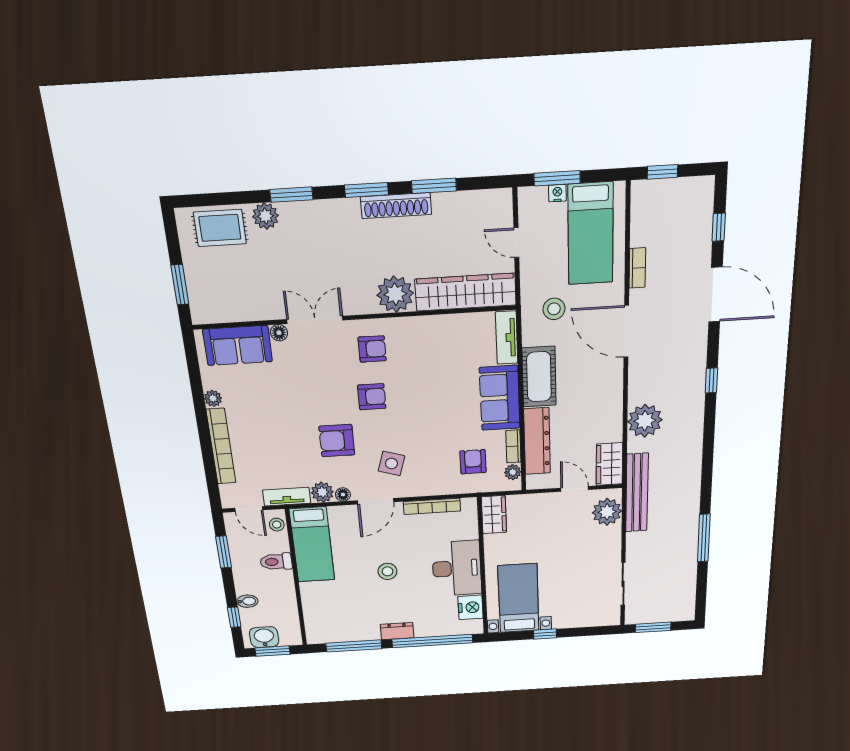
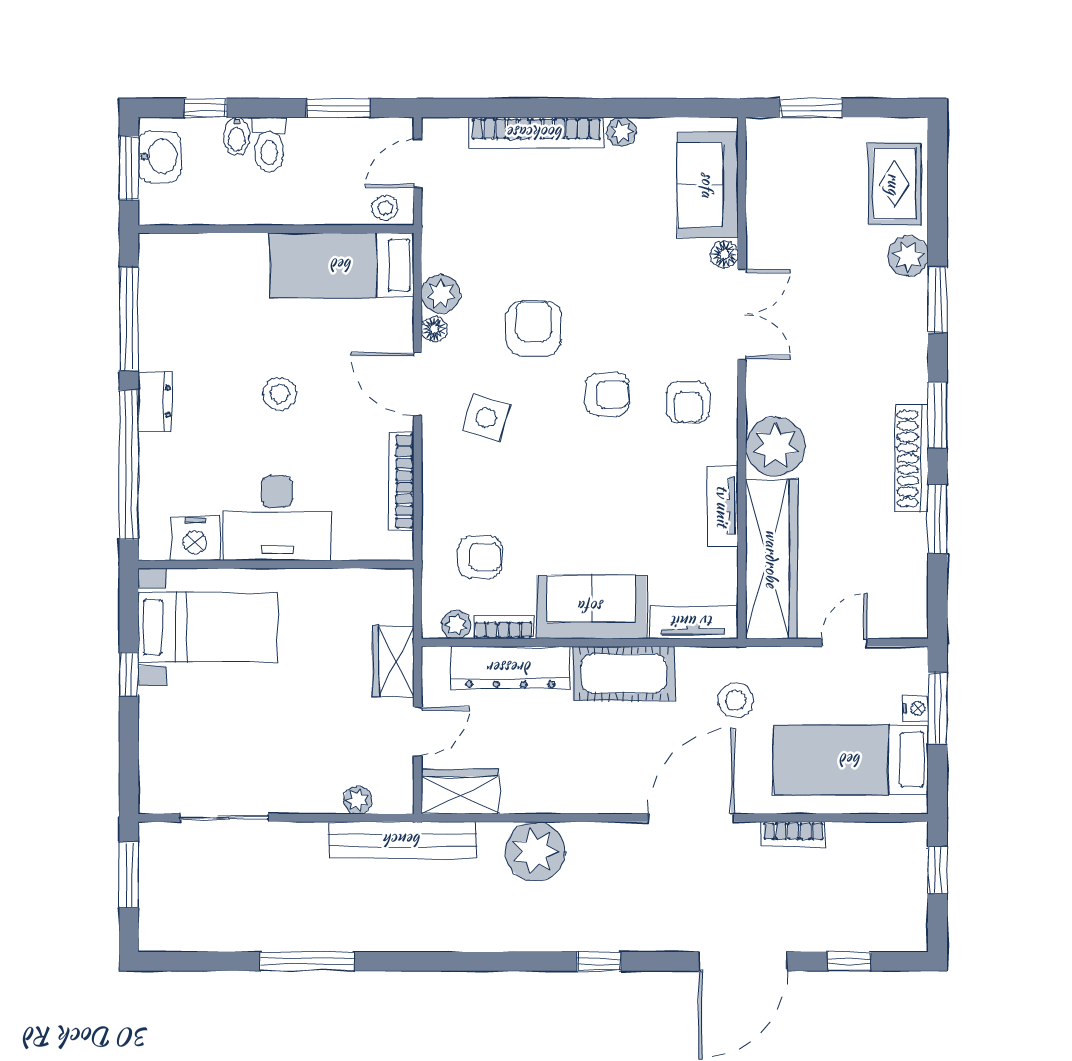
armchair: (372, 397) -> (607, 394), turned -90
tv unit: (287, 497) -> (723, 506), moved, turned 180
plant: (607, 512) -> (358, 800), width x0.53, depth x0.53
wardrobe: (494, 515) -> (393, 661), moved, turned 90
toilet: (276, 562) -> (269, 145), moved, turned 180

